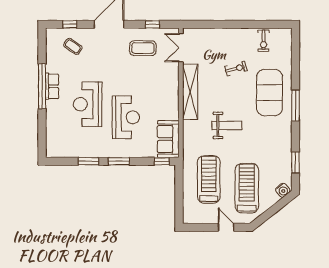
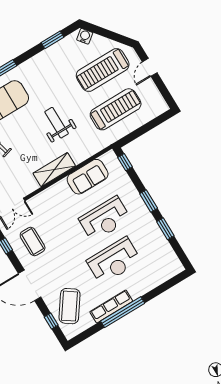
coffee table: (73, 46) -> (70, 306), width x1.86, depth x1.72
row of seats: (52, 86) -> (111, 306), width x1.48
shelving: (190, 92) -> (54, 170), width x0.68
reception desk: (126, 117) -> (105, 219), turned 180
sofa: (168, 139) -> (88, 177), moved
treadmill: (209, 179) -> (116, 109), turned 180

